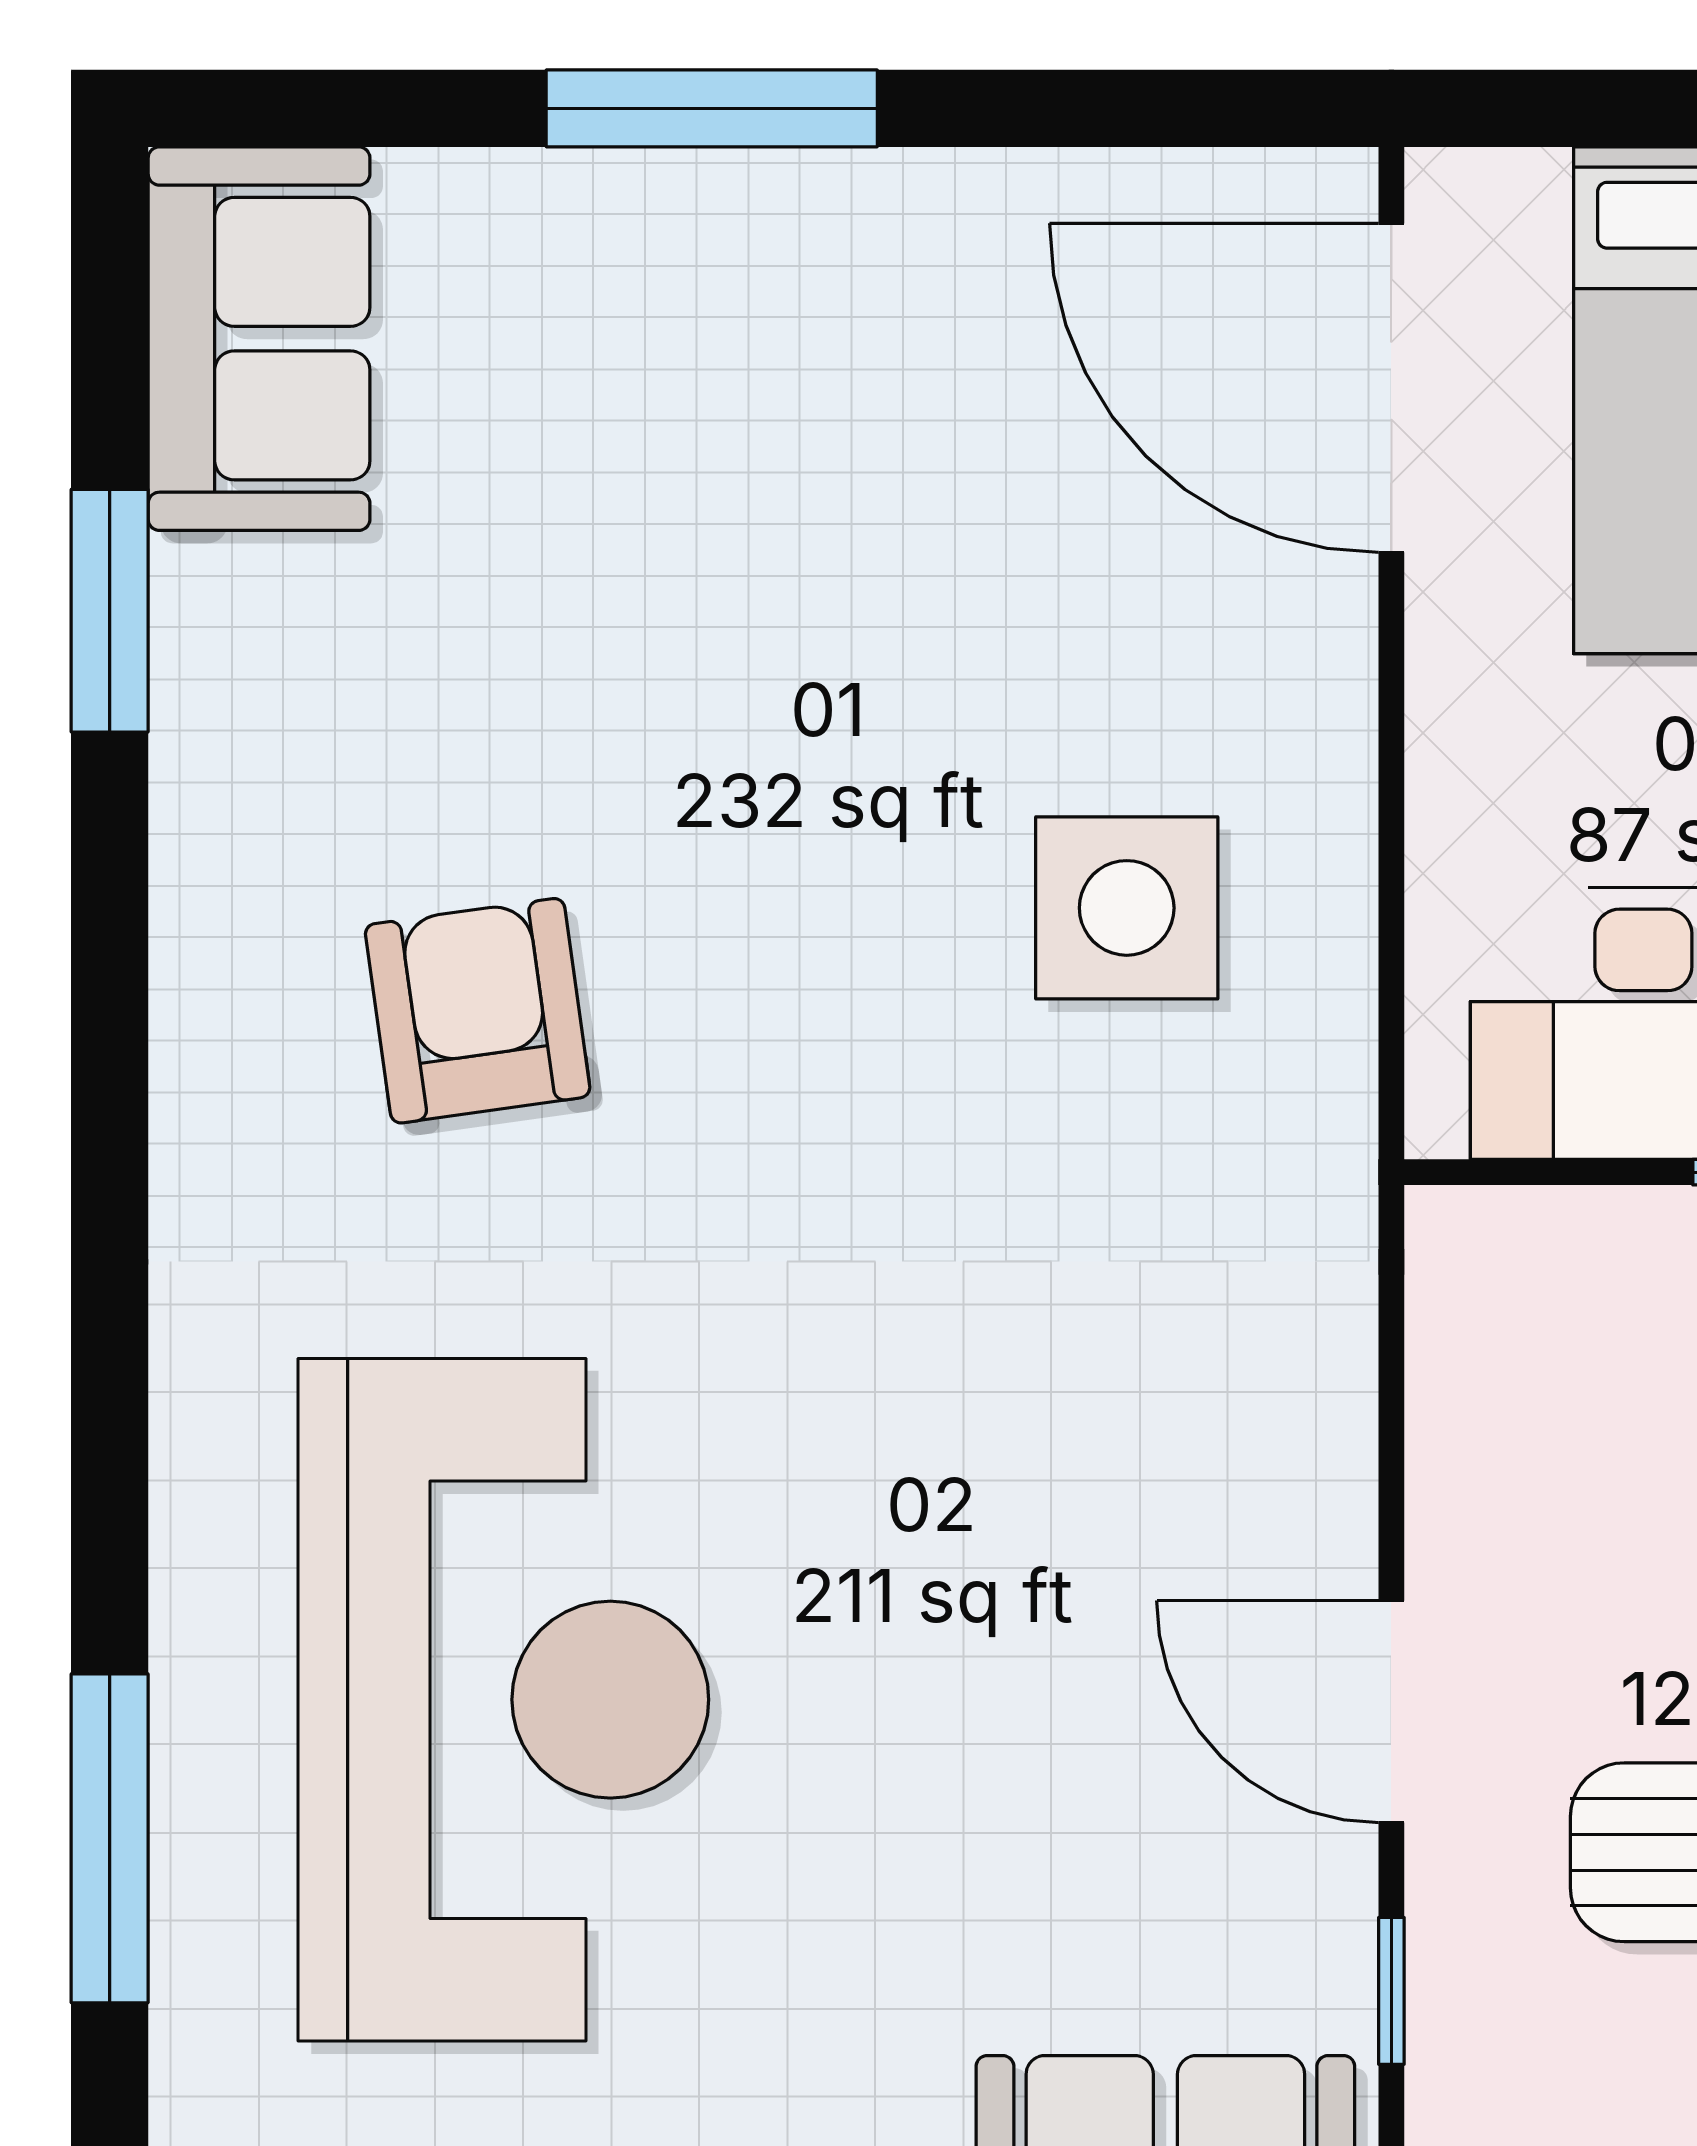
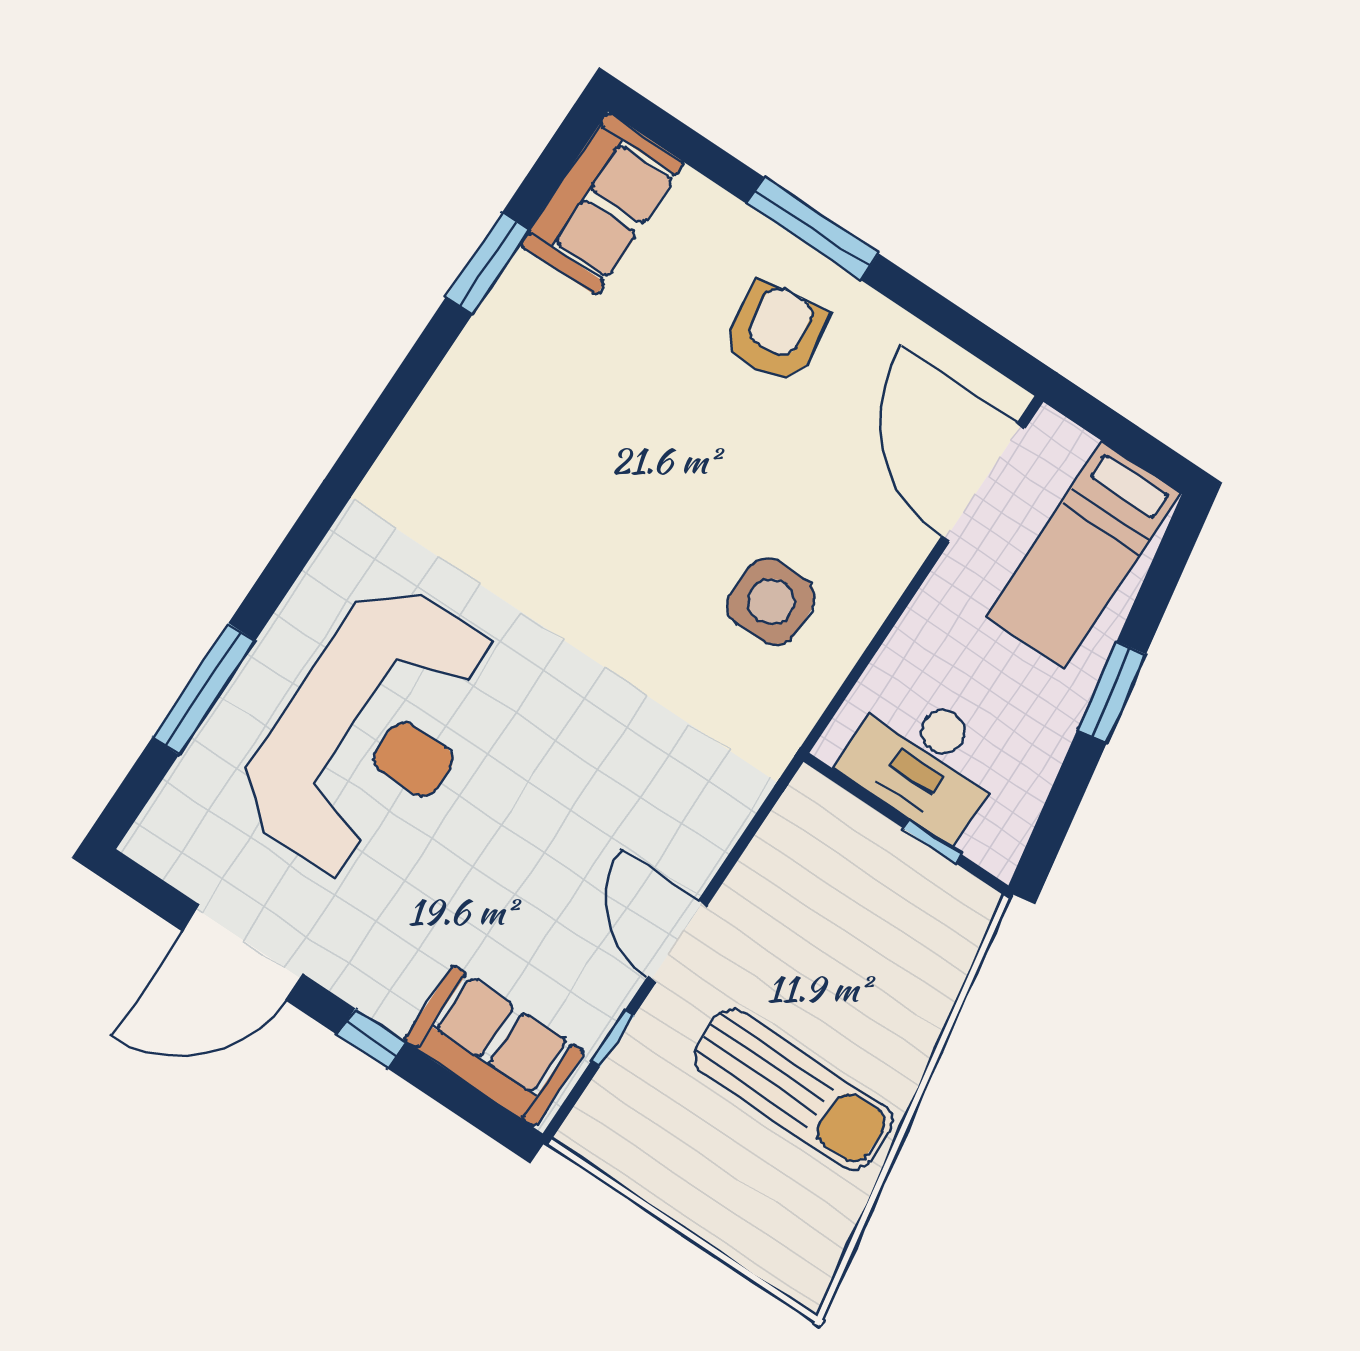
armchair: (478, 1011) -> (775, 332), moved

